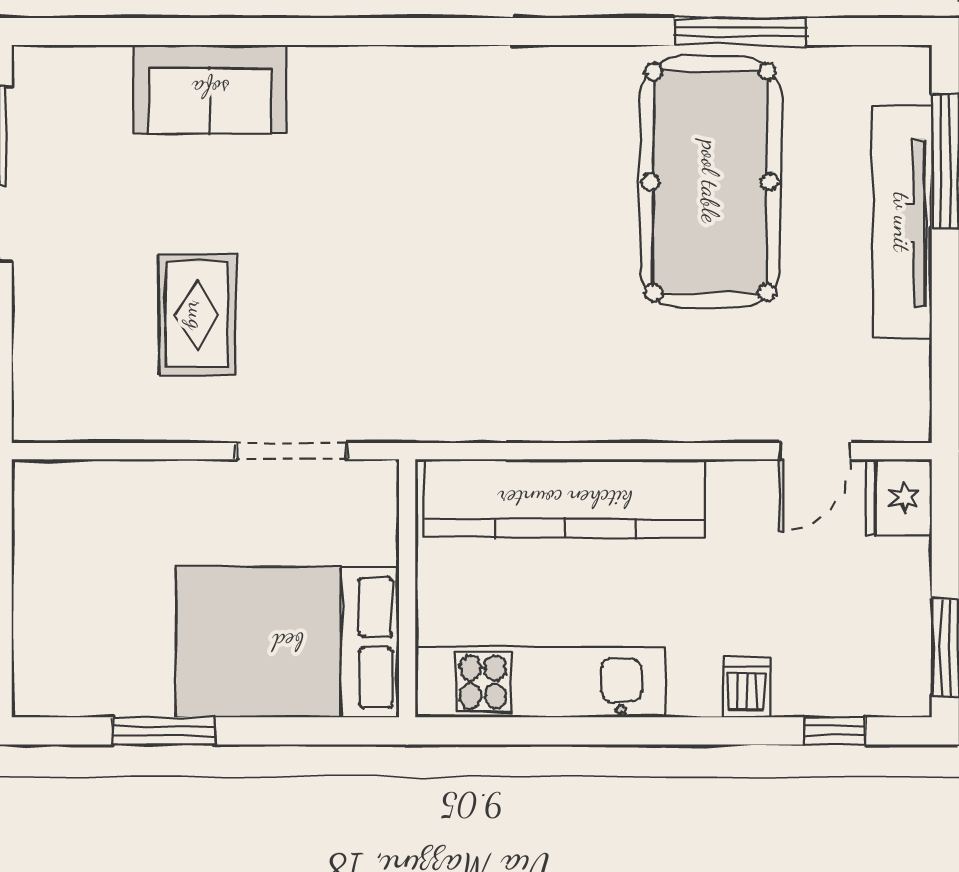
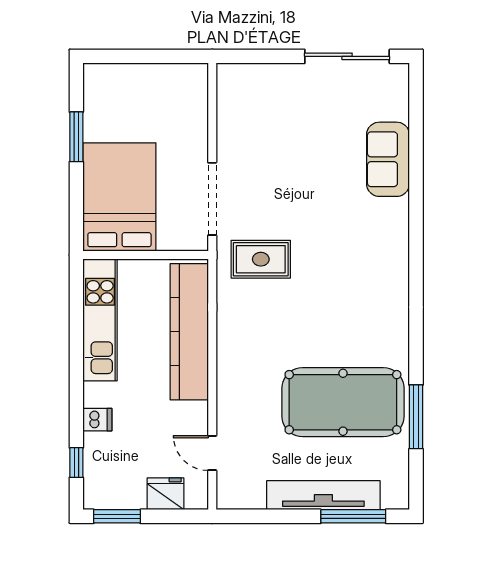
rug: (197, 315) -> (261, 259), moved
doorway: (292, 451) -> (212, 199), width x1.36
fridge: (899, 497) -> (166, 494), moved

